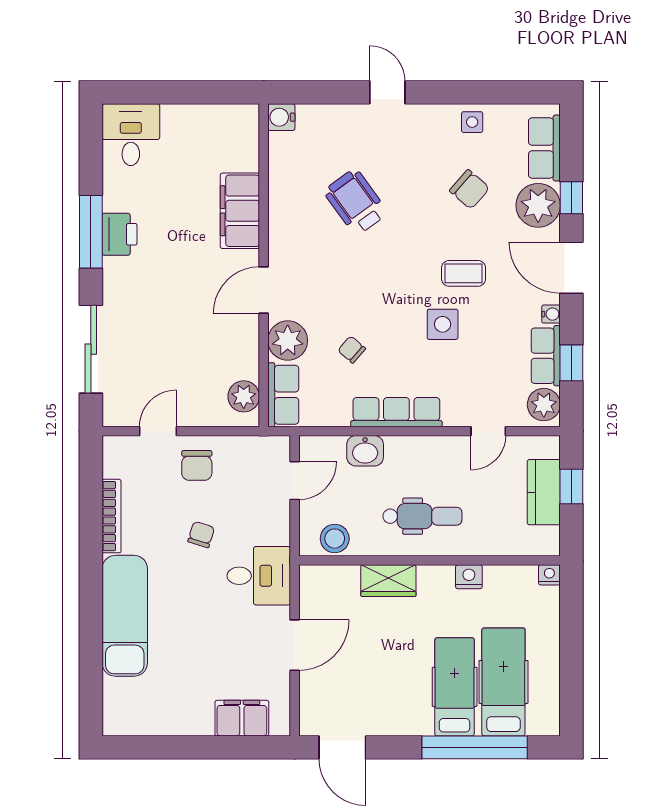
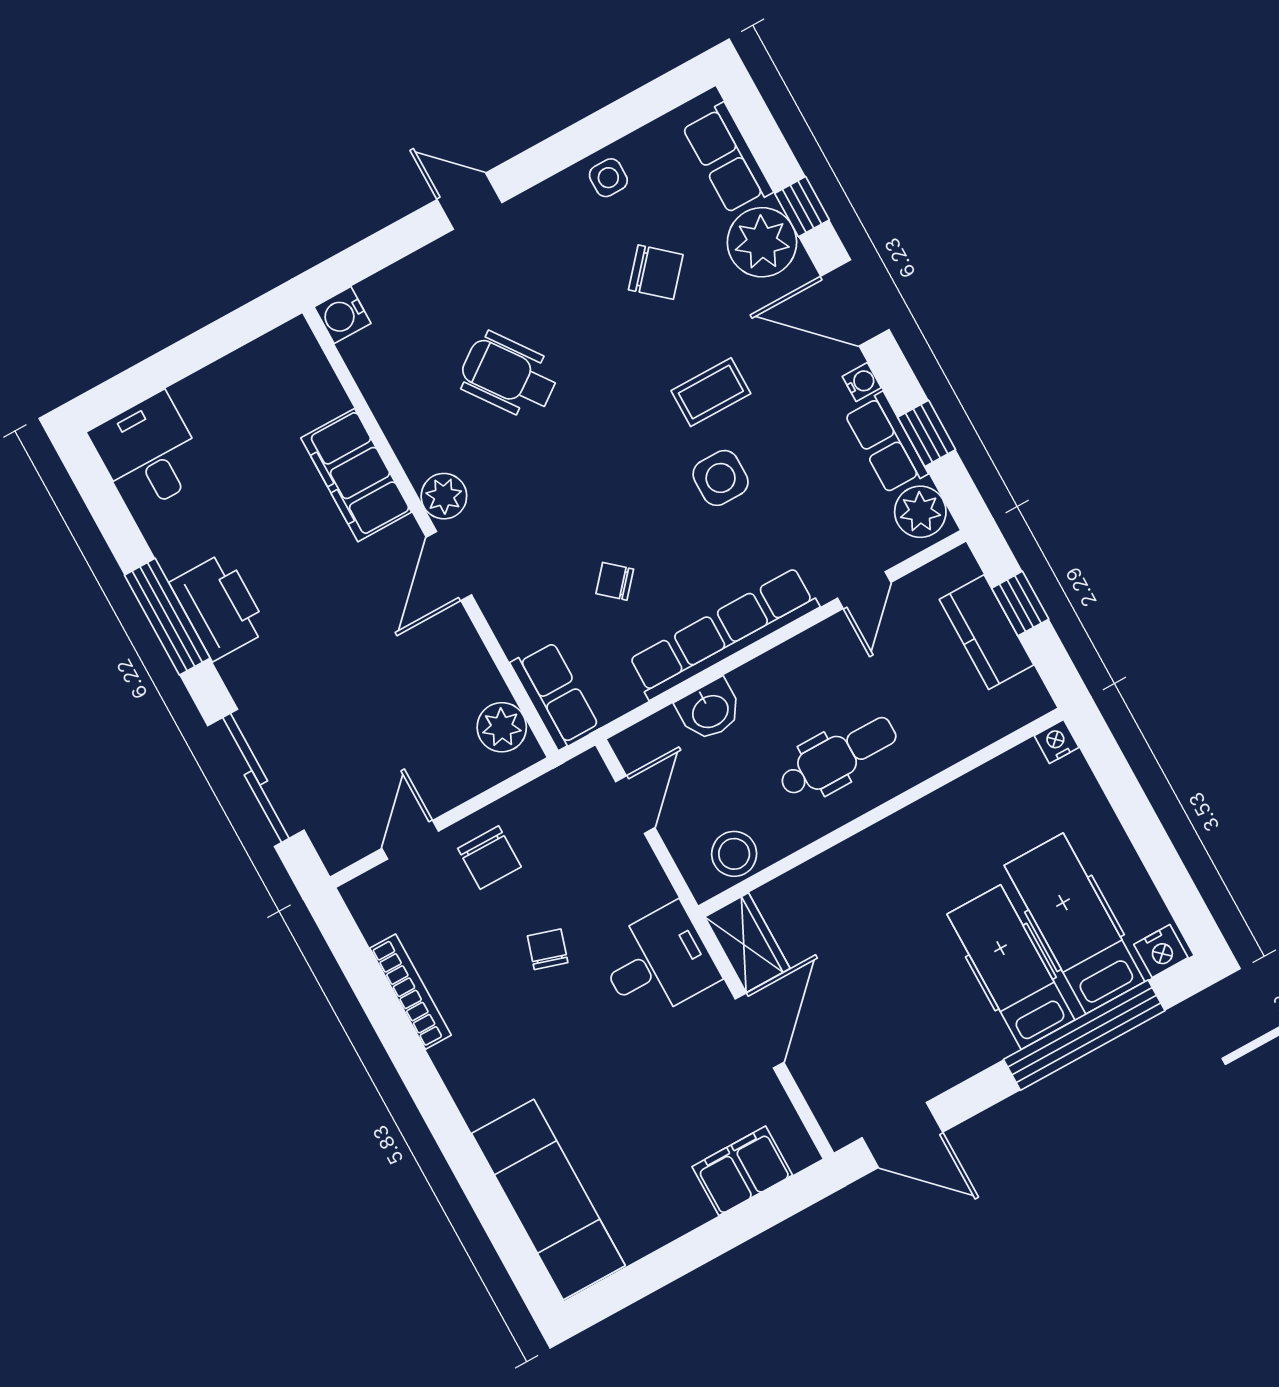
printer: (120, 234) -> (219, 607), width x1.37, depth x1.19
plant: (288, 341) -> (444, 496), moved, width x0.73, depth x0.73
row of seats: (396, 412) -> (724, 634), width x1.36
nightstand: (469, 577) -> (1161, 951), moved, turned 180
wardrobe: (388, 581) -> (747, 943), moved, turned -90
exam couch: (125, 616) -> (548, 1199), moved

